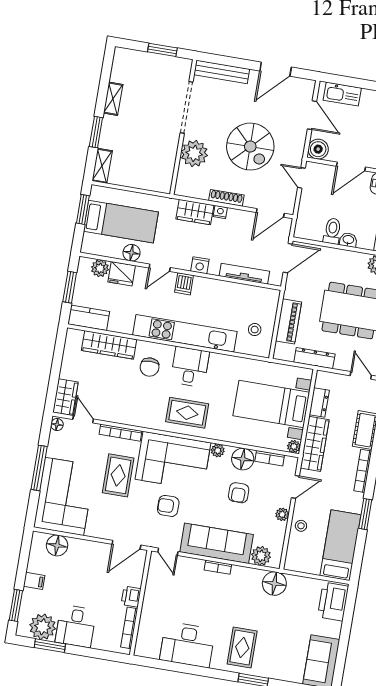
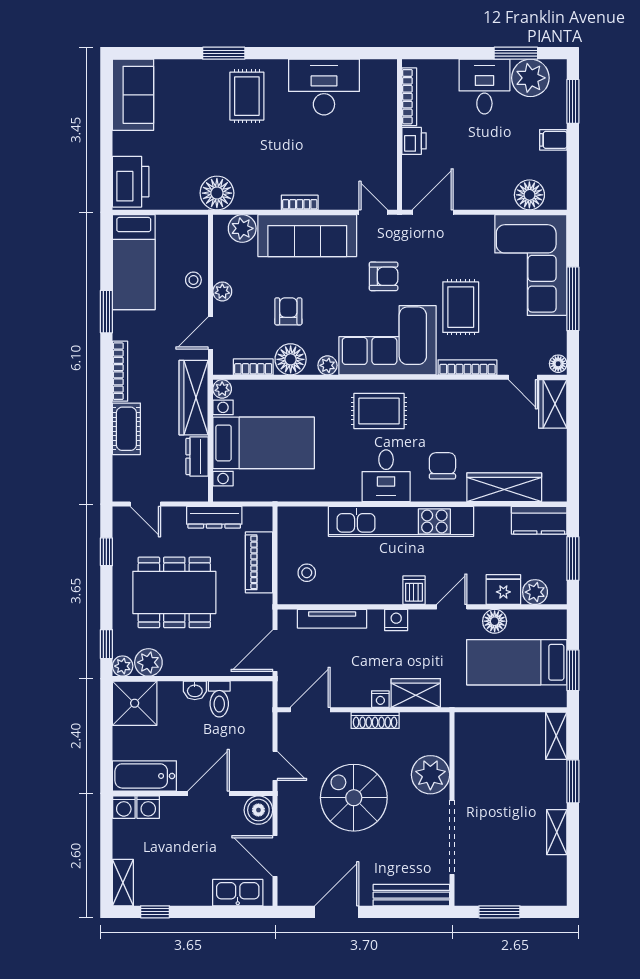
stool: (255, 330) -> (307, 573), moved

